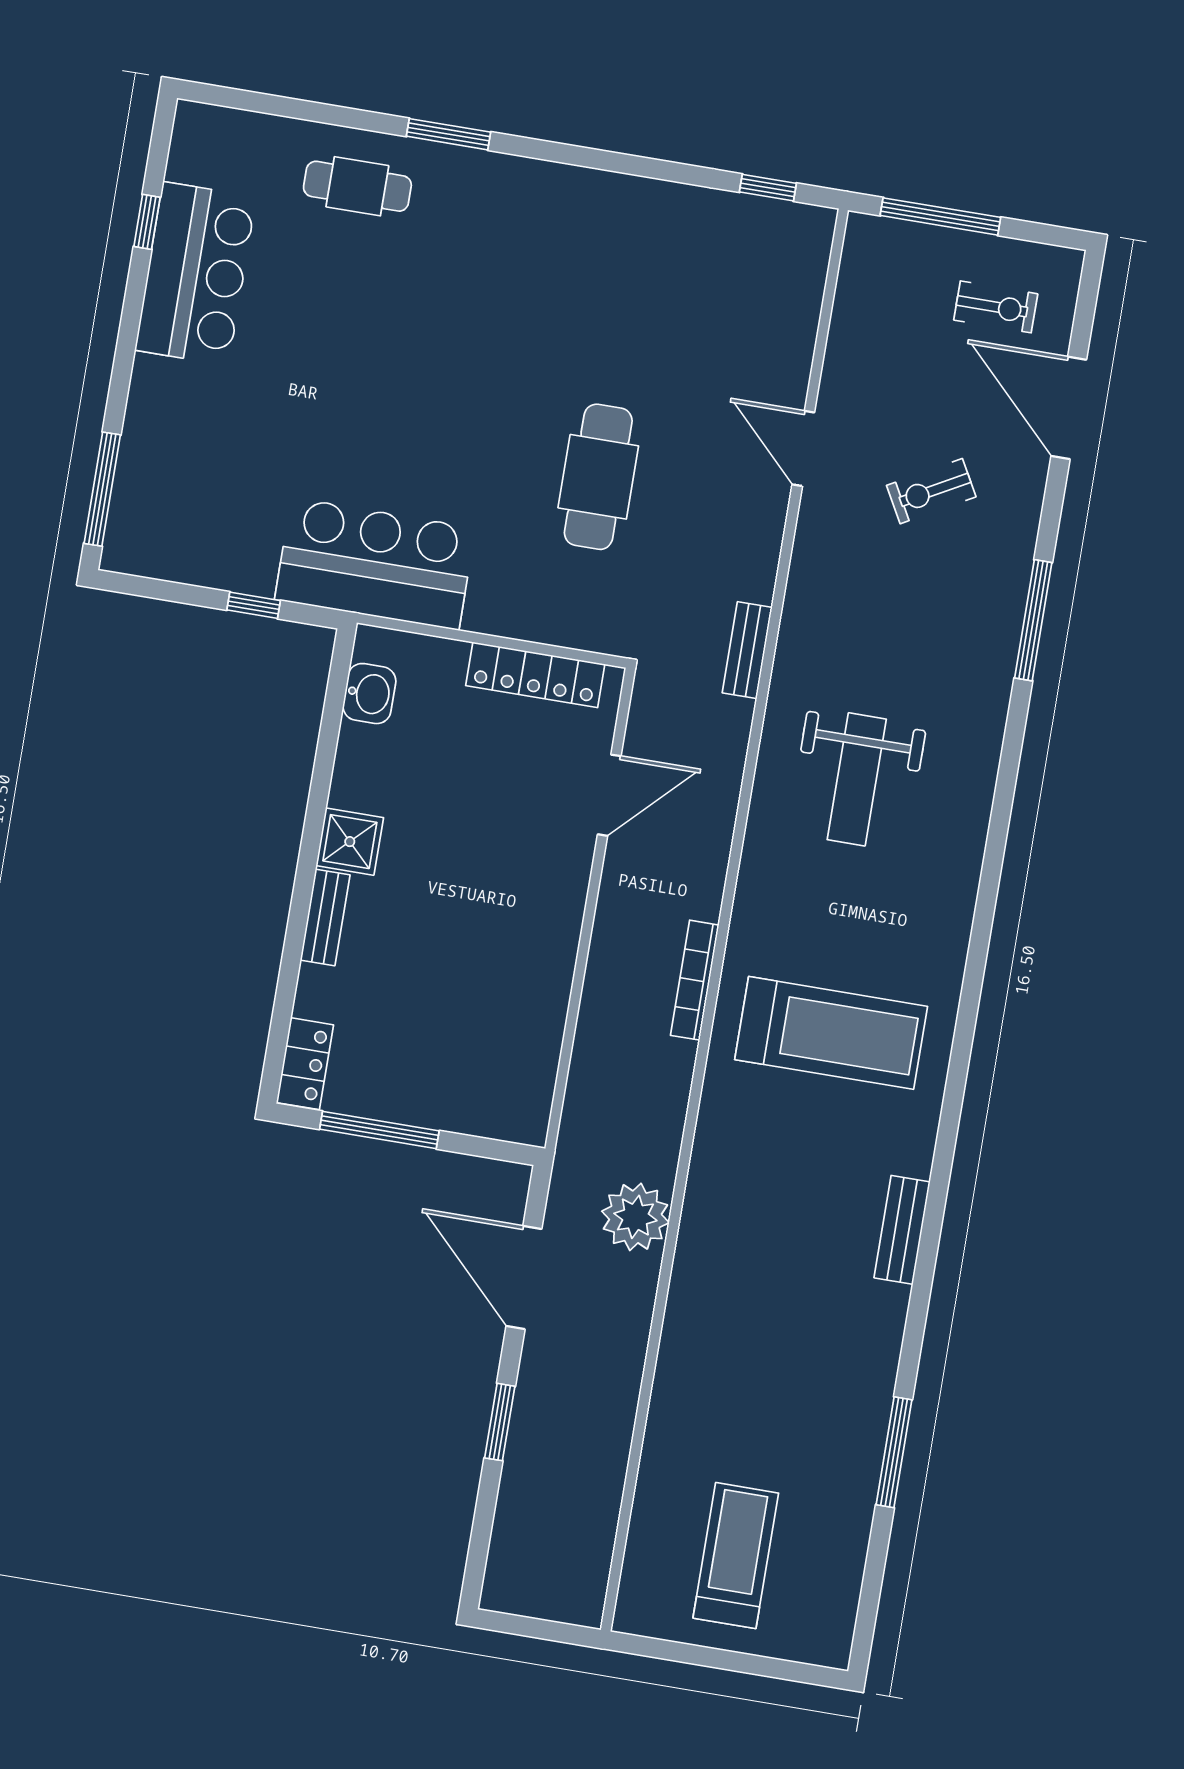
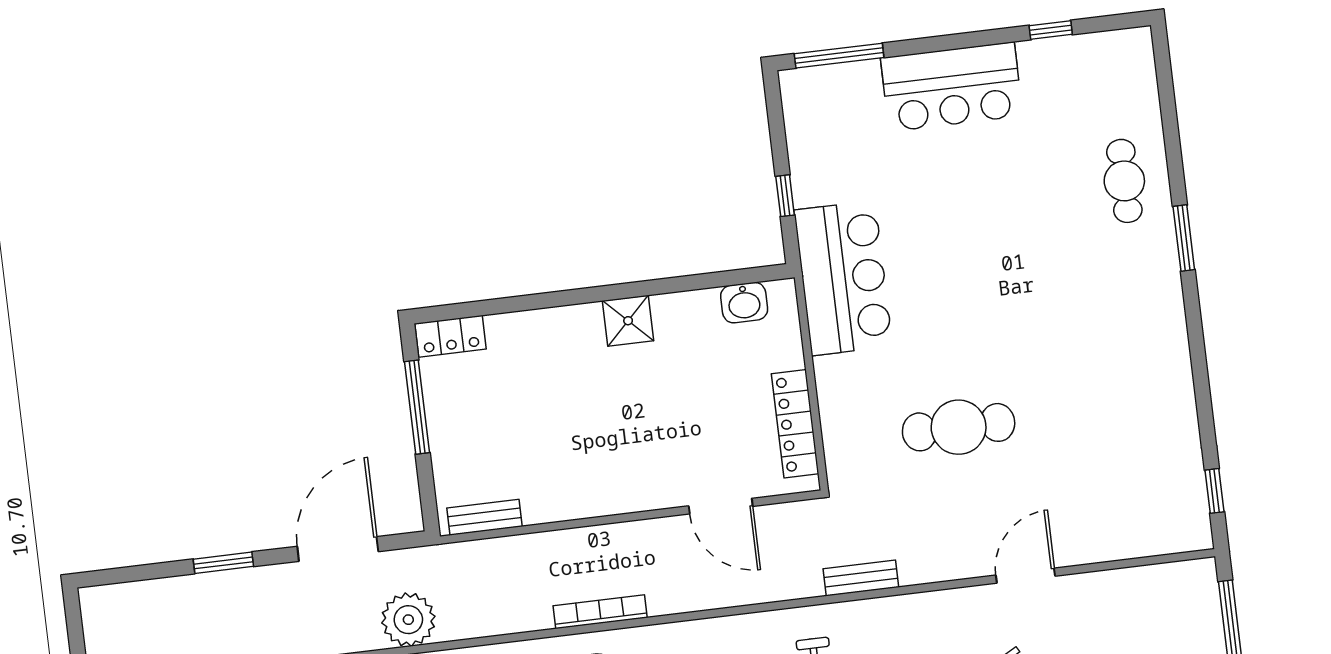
bar counter: (196, 274) -> (952, 87), moved
bench: (325, 918) -> (485, 517), moved

